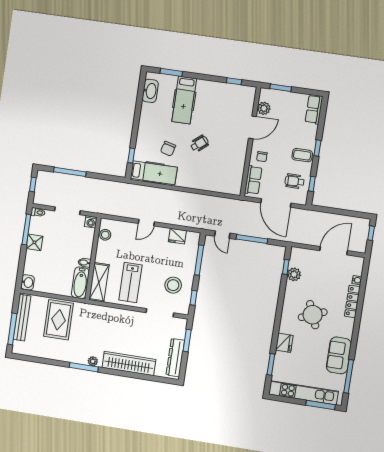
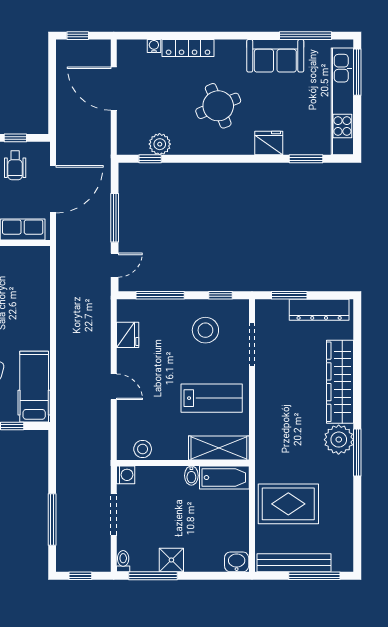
plant: (93, 361) -> (339, 440), width x1.88, depth x1.88

